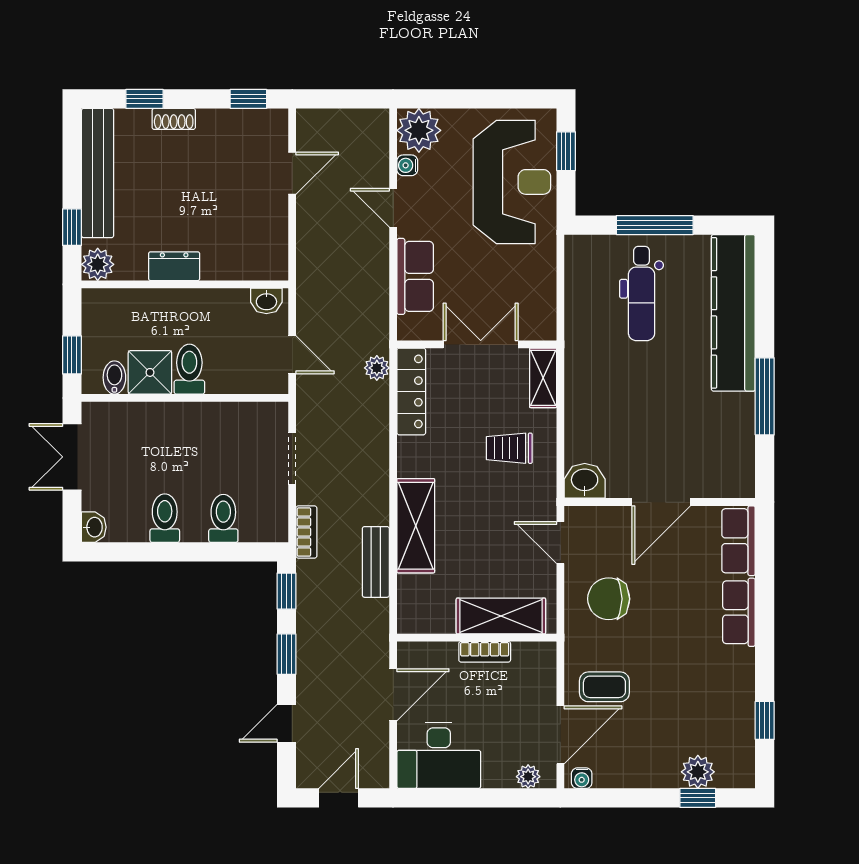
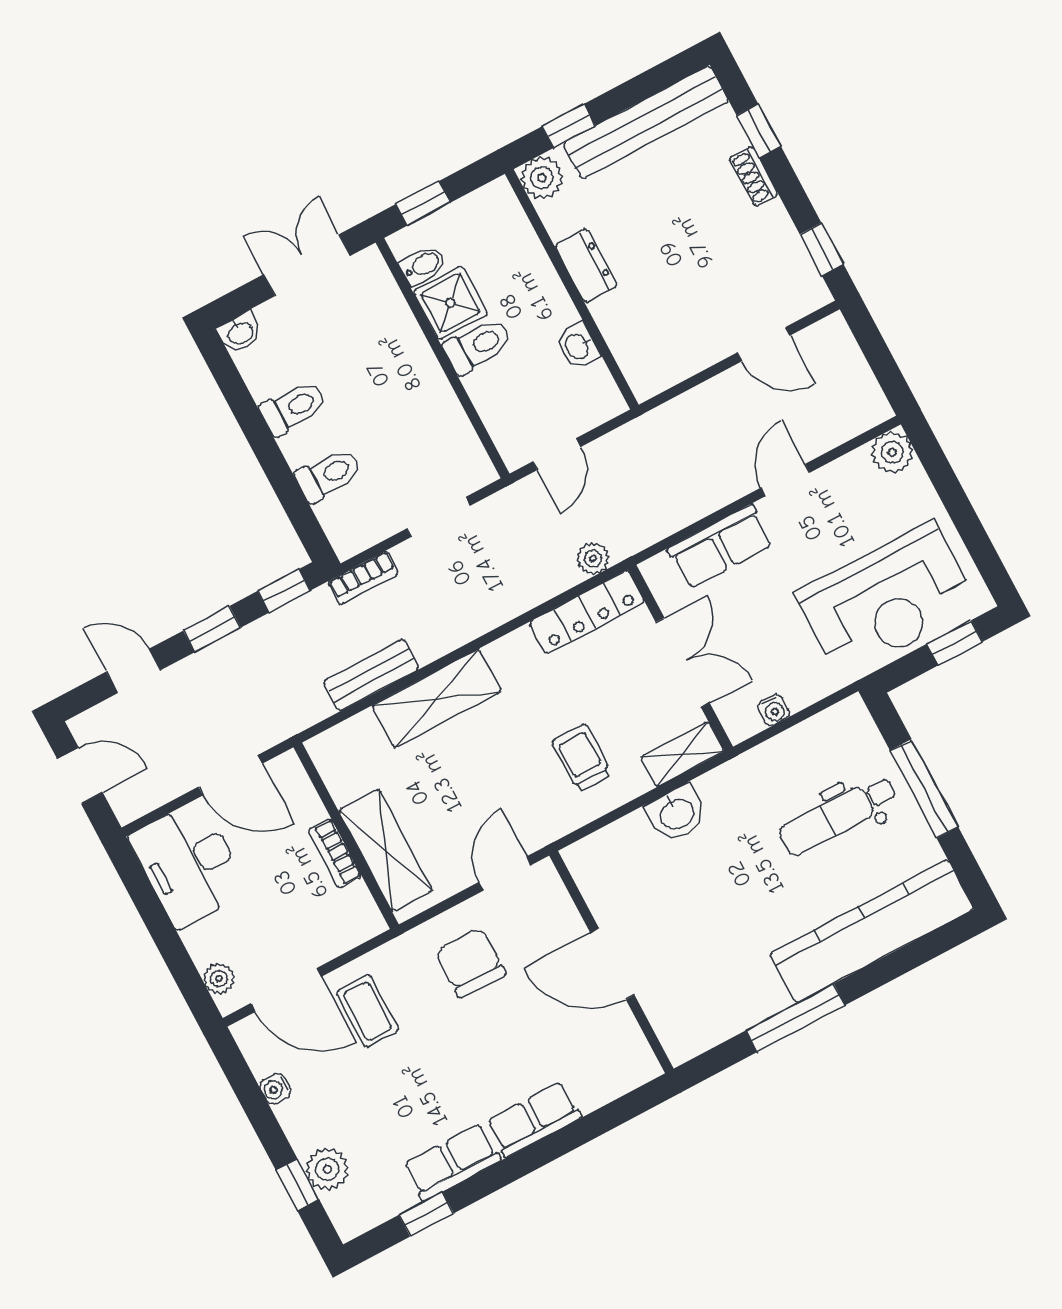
plant: (419, 130) -> (892, 452), width x0.73, depth x0.73
water cooler: (407, 165) -> (774, 710), moved, turned 180
washbasin: (266, 301) -> (578, 346), moved
washbasin: (585, 481) -> (676, 813), moved, turned 90
row of seats: (739, 541) -> (452, 1162), moved
water cooler: (582, 778) -> (275, 1089), moved

